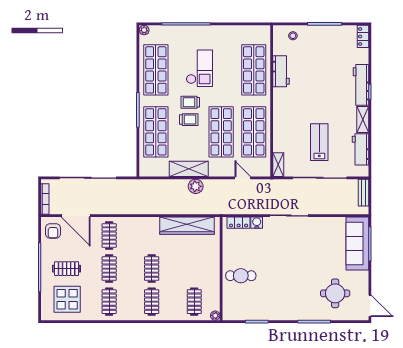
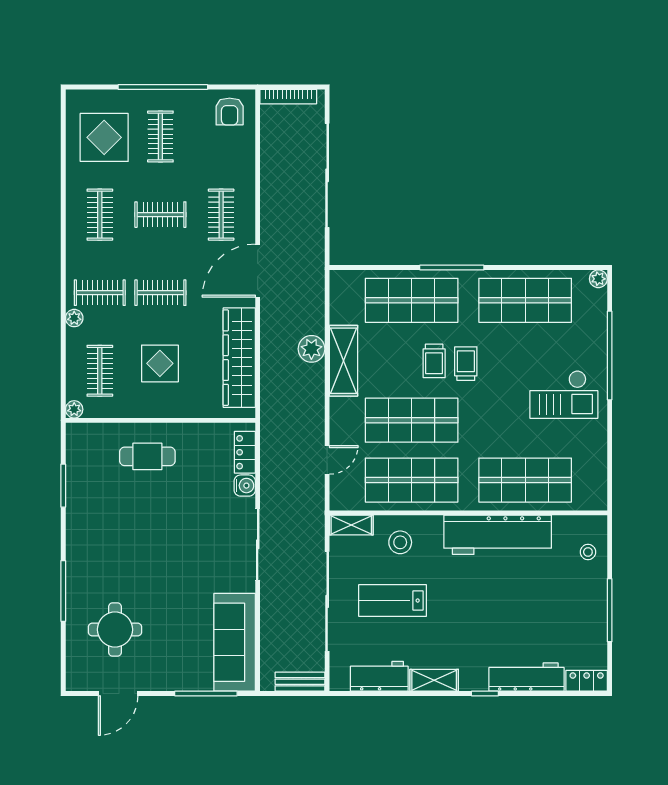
checkout: (199, 68) -> (564, 394), moved
workbench: (281, 71) -> (498, 535), width x1.88, depth x1.32
workbench: (361, 85) -> (526, 677), moved
stool: (288, 138) -> (400, 542), added
lab bench: (319, 142) -> (393, 601), turned 180
plant: (196, 186) -> (311, 349), moved
door: (76, 216) -> (258, 271), moved
armchair: (53, 231) -> (230, 112), turned -90
clothes rail: (109, 236) -> (221, 215), turned 90
sofa: (357, 243) -> (235, 642), moved, turned -90
display table: (190, 269) -> (160, 363), added
cafe table: (241, 276) -> (147, 456), turned 90
clothes rail: (109, 302) -> (100, 215), turned 90
clothes rail: (194, 302) -> (100, 371), turned 90
door: (370, 306) -> (118, 694), moved
plant: (165, 316) -> (74, 318), added

